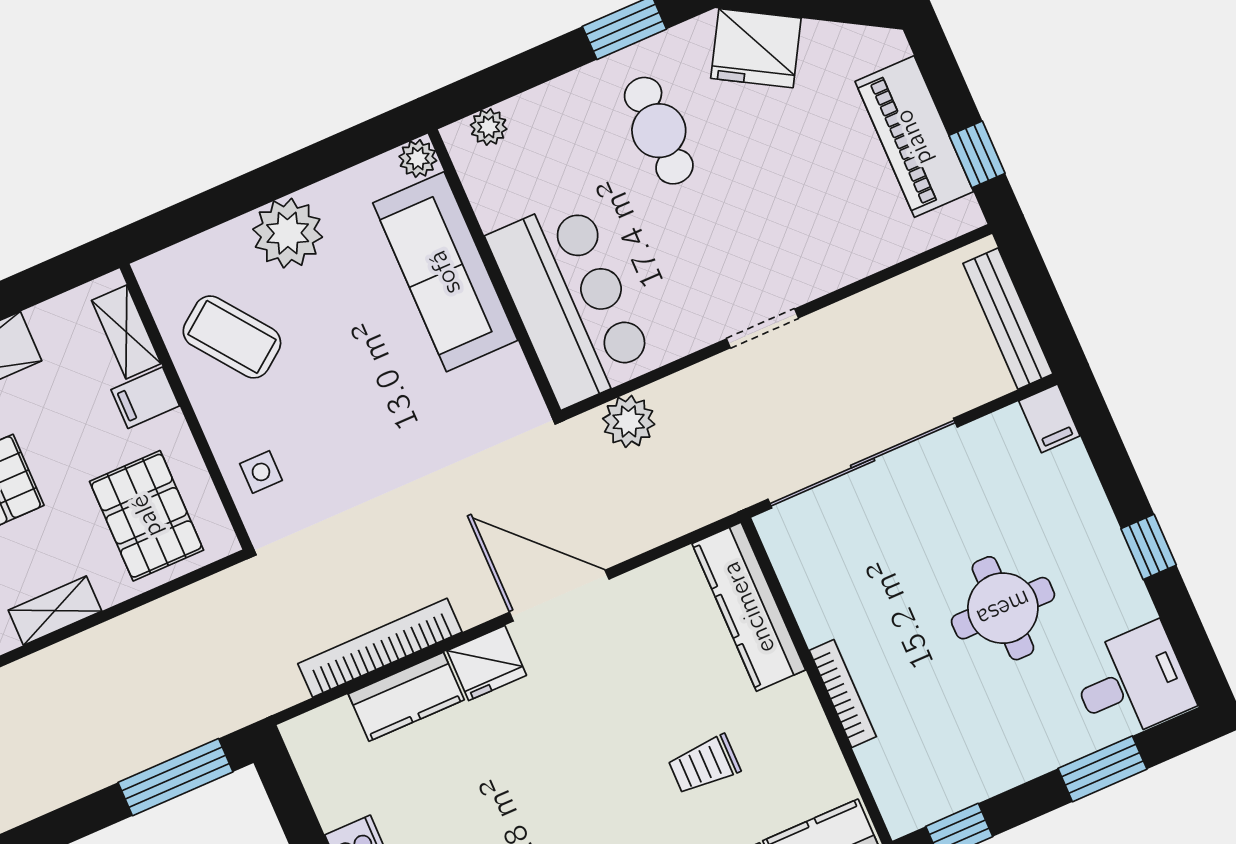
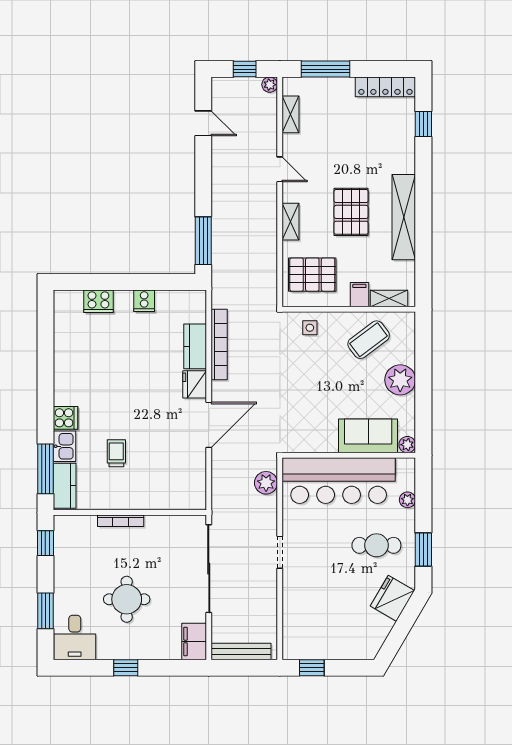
plant: (489, 127) -> (407, 500), moved
piano: (914, 137) -> (330, 646), removed
sofa: (445, 272) -> (368, 436), width x0.73
bar counter: (571, 302) -> (339, 481), width x1.36
filing cabinet: (1049, 418) -> (194, 641), width x2.00
kitchen counter: (749, 607) -> (171, 498), removed

